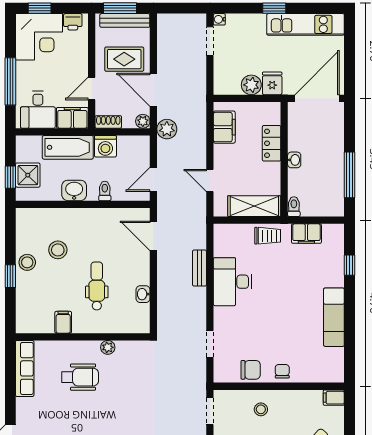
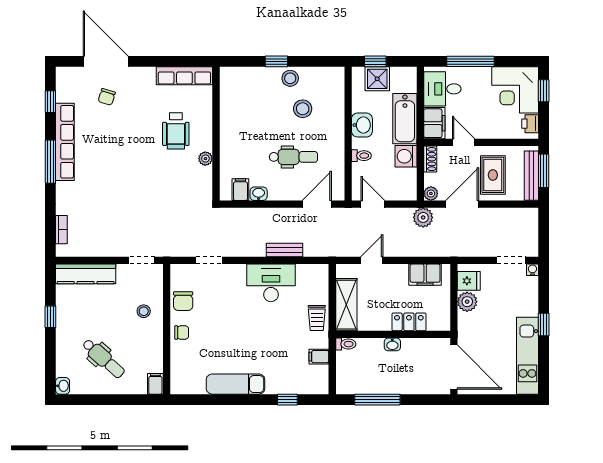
fridge: (272, 83) -> (469, 281), moved
filing cabinet: (306, 234) -> (319, 357), width x0.50
dental chair: (97, 286) -> (293, 157), moved
filing cabinet: (63, 322) -> (240, 190), moved, turned -90

